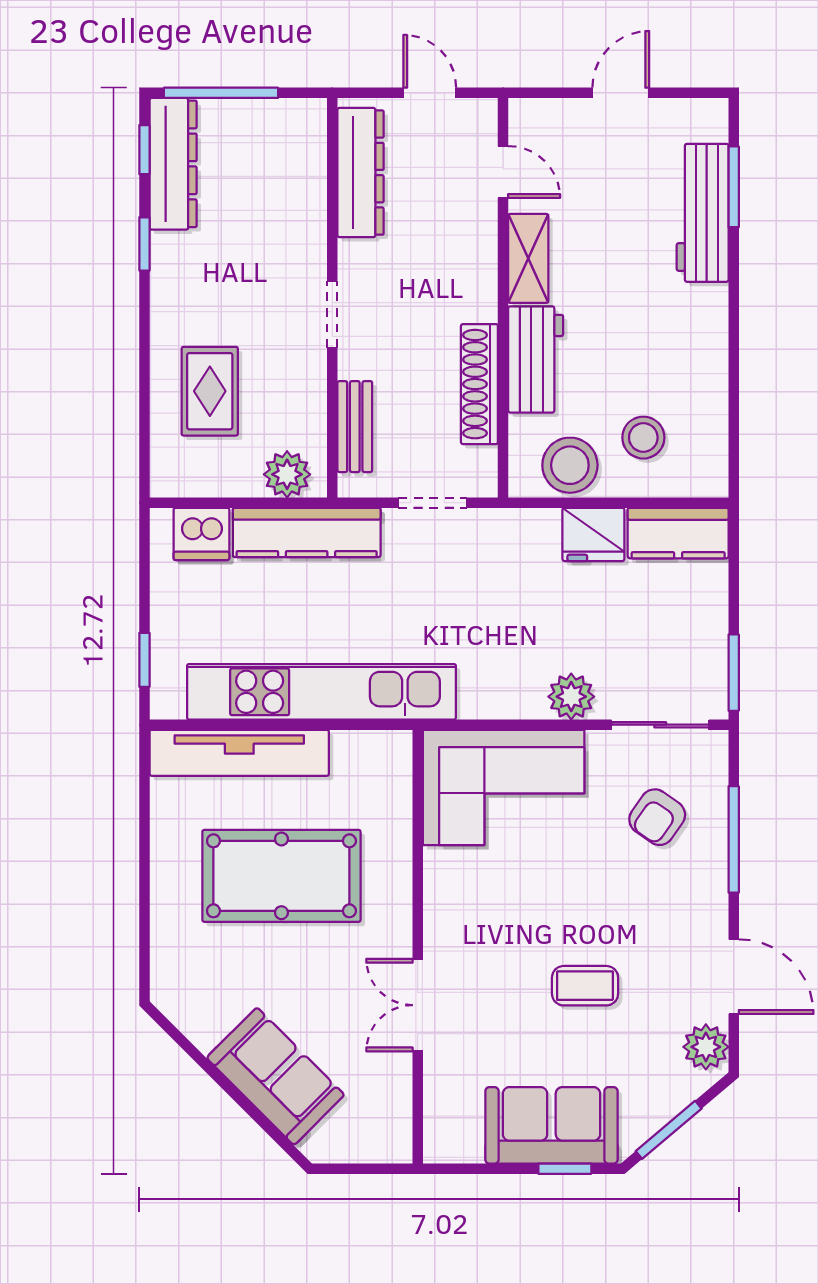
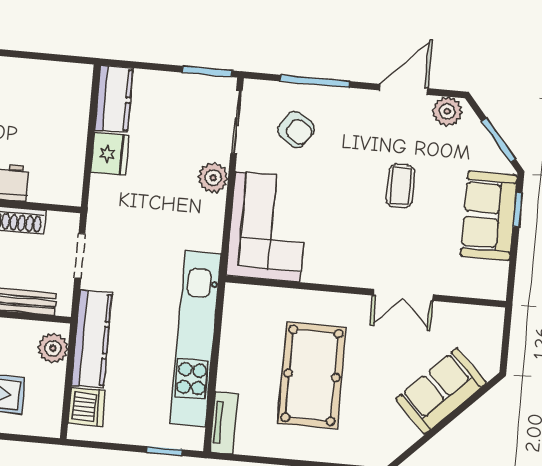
stool: (643, 438) -> (50, 116), removed
stool: (570, 465) -> (64, 165), removed
tv unit: (239, 753) -> (224, 423), width x0.52, depth x0.78

